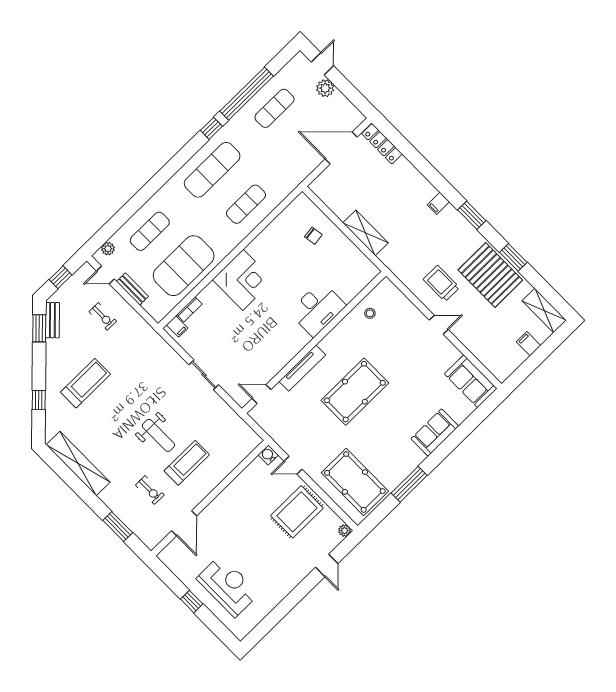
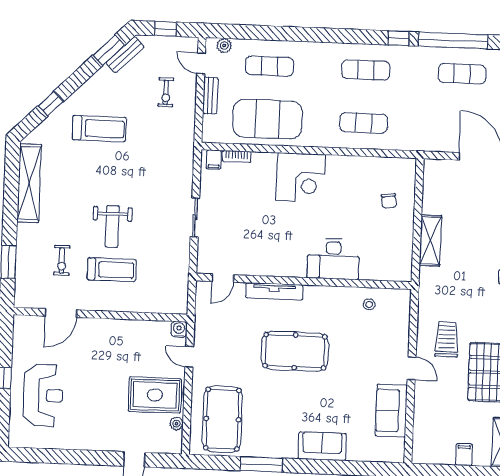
exercise mat: (212, 170) -> (366, 70), width x0.73, depth x0.69
sofa: (471, 381) -> (391, 411), moved
door: (262, 394) -> (223, 278), swing flipped
plant: (344, 531) -> (176, 424), moved

